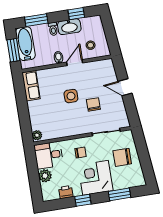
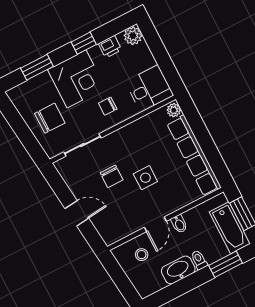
window: (76, 14) -> (175, 290), removed
row of seats: (31, 86) -> (194, 156), width x2.02
plant: (45, 176) -> (133, 36), moved

